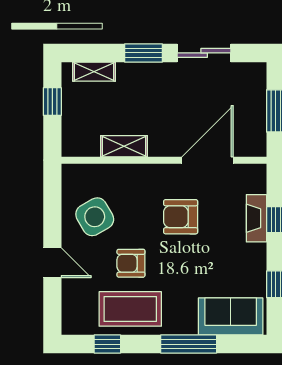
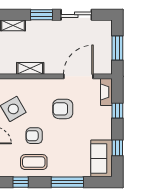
fireplace: (256, 218) -> (106, 92), moved
coffee table: (130, 309) -> (34, 162), width x0.73, depth x0.76
sofa: (231, 316) -> (102, 158), moved, turned -90

